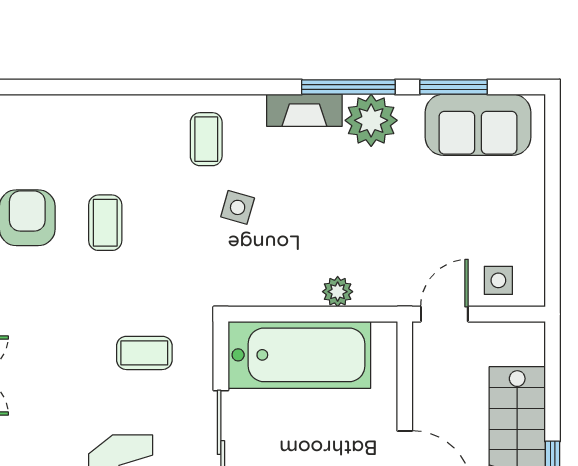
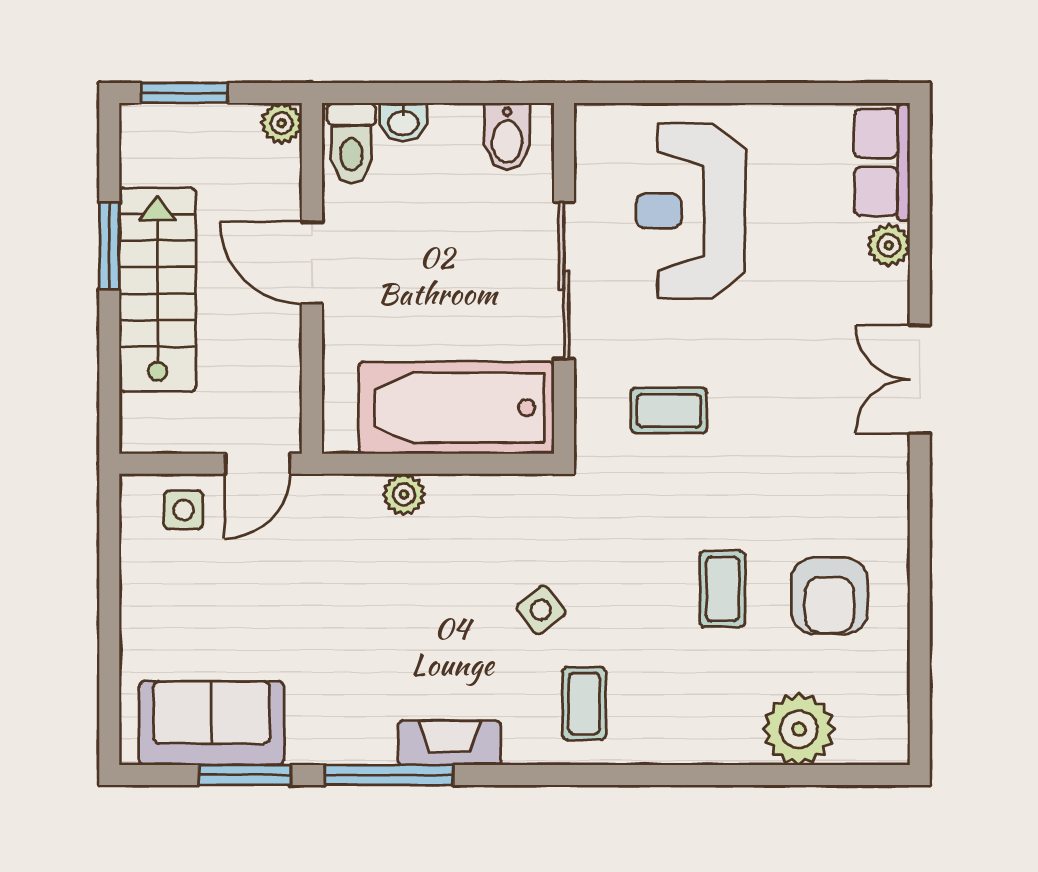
plant: (371, 120) -> (799, 729), moved
side table: (238, 207) -> (541, 610), turned 36

